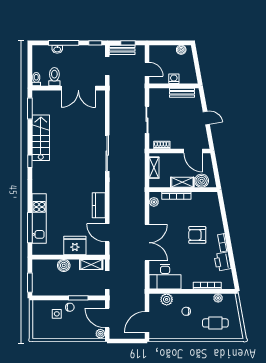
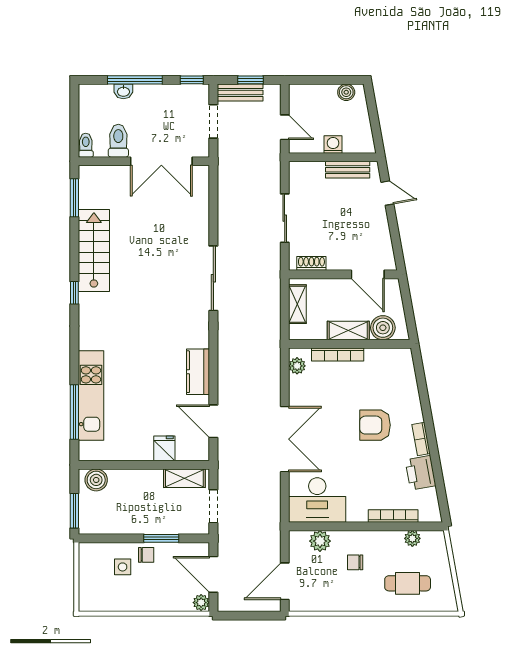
door: (206, 118) -> (387, 193), moved
fridge: (75, 246) -> (164, 448), width x0.53, depth x0.75
boiler: (64, 265) -> (96, 480), moved

